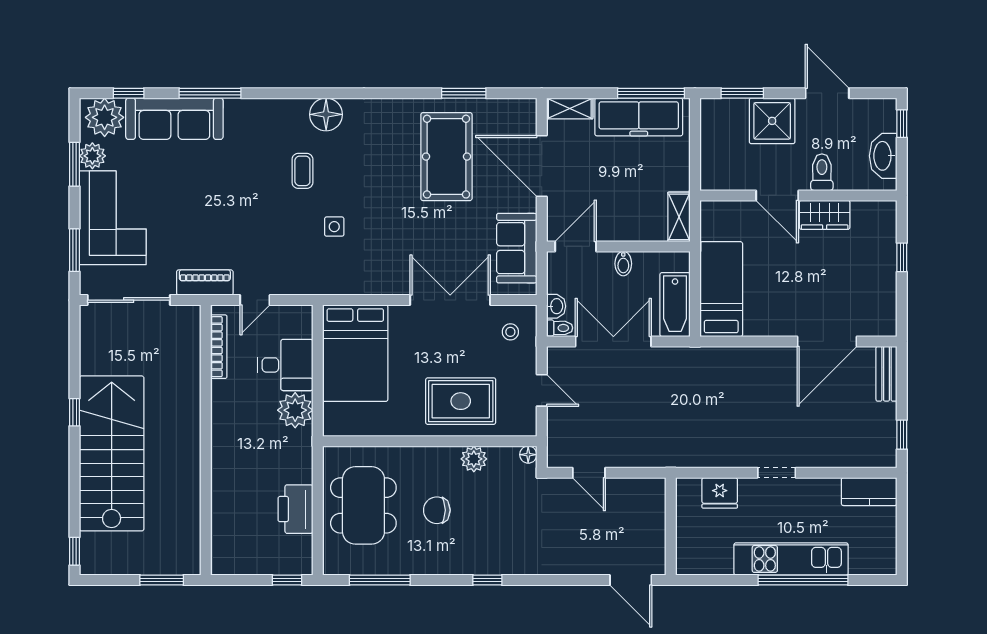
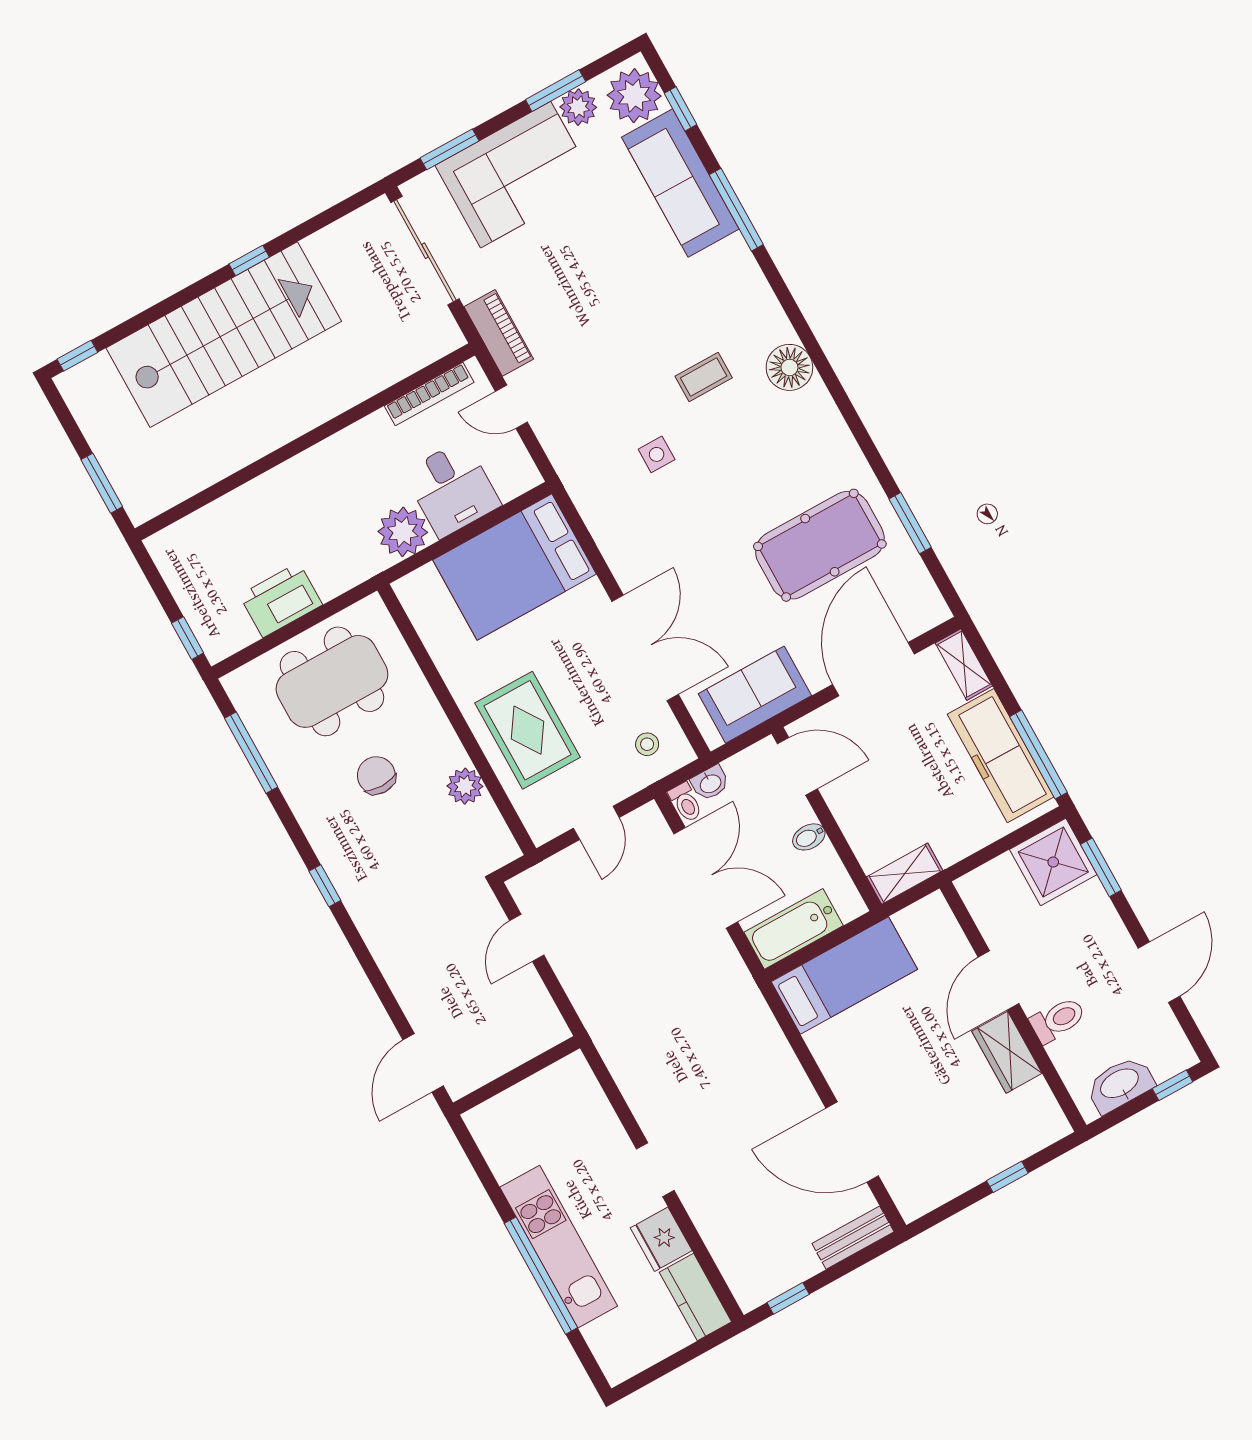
shower: (772, 121) -> (1053, 862), moved
floor lamp: (528, 455) -> (508, 850), removed
fridge: (720, 493) -> (661, 1239), moved

